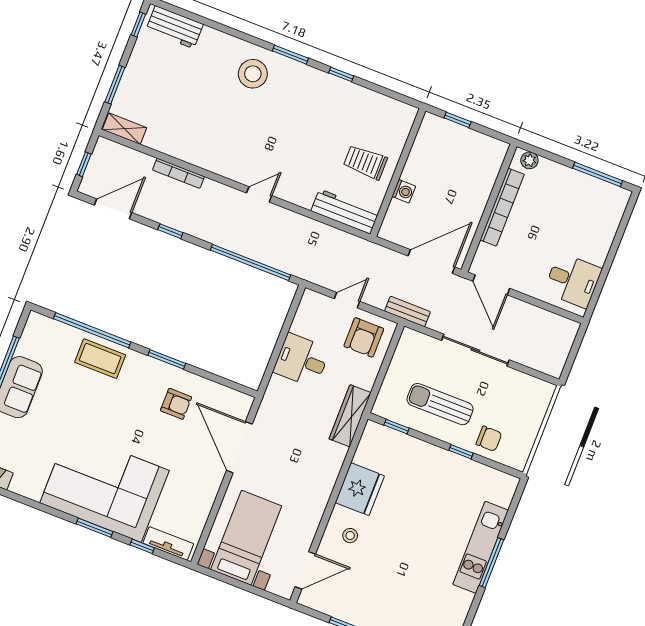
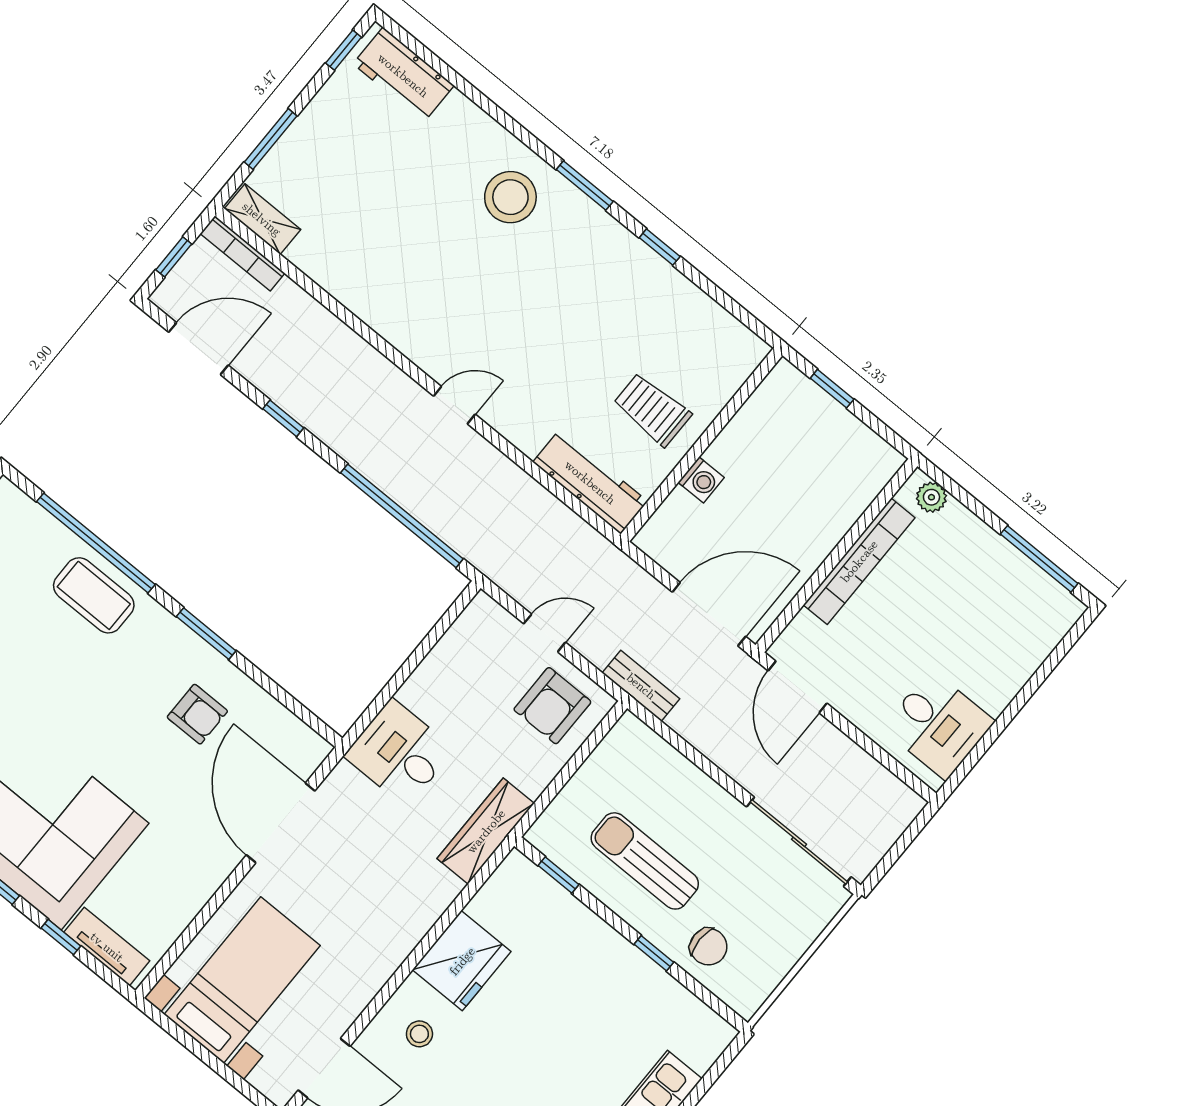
bookcase: (178, 173) -> (243, 253), moved
sliding door: (475, 350) -> (799, 842), moved
desk: (302, 360) -> (399, 753), moved

